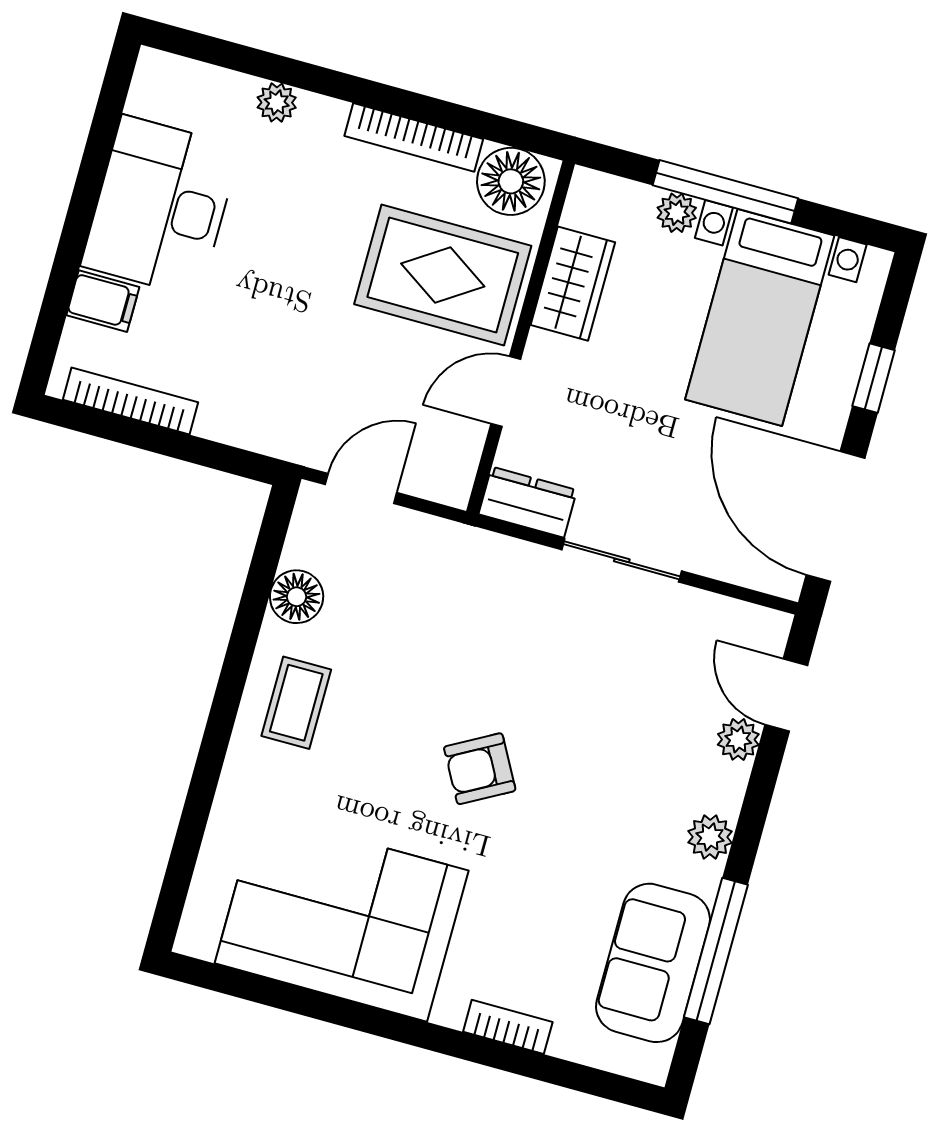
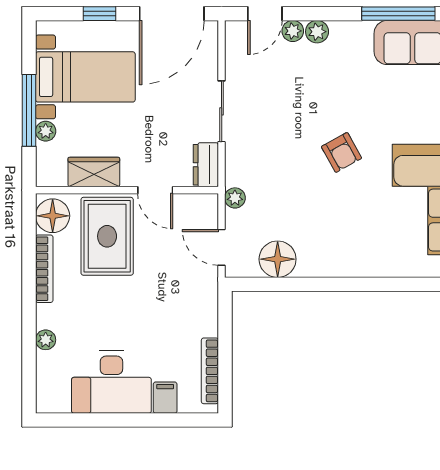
plant: (449, 540) -> (235, 198), added
floor lamp: (297, 597) -> (278, 259), width x1.38, depth x1.38
coffee table: (296, 703) -> (334, 250), removed
plant: (710, 837) -> (317, 32), moved

